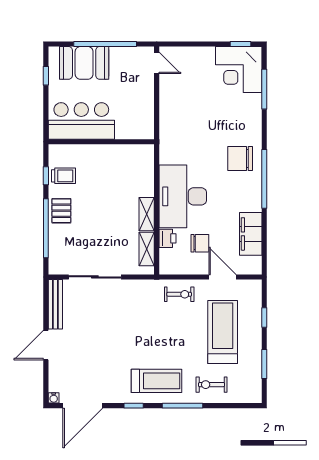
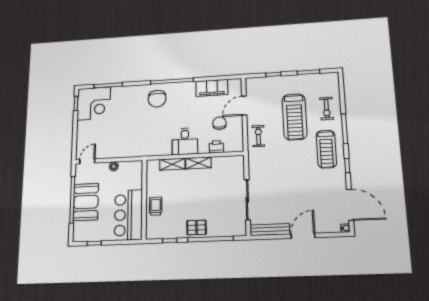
booth: (84, 63) -> (86, 202), moved
plant: (148, 100) -> (114, 166), added
trolley: (63, 176) -> (156, 206), moved
desk: (183, 196) -> (185, 141), width x0.53, depth x0.77
shelving: (147, 249) -> (172, 164), moved
treadmill: (223, 332) -> (295, 117), moved, turned -90
door: (46, 345) -> (303, 236), swing flipped
treadmill: (157, 381) -> (326, 149), turned 180

